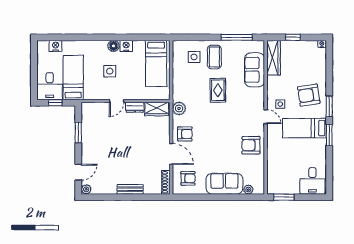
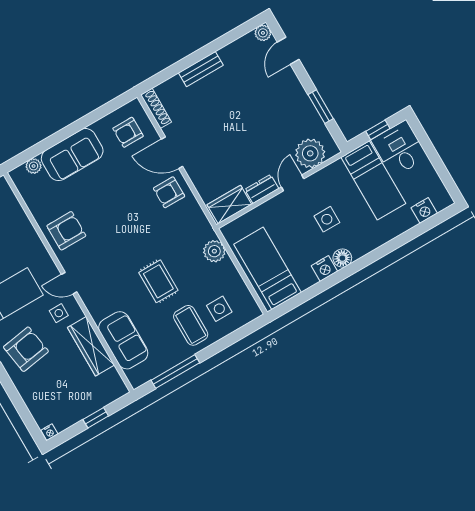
wardrobe: (273, 58) -> (91, 346), moved
plant: (179, 108) -> (214, 251), moved
plant: (98, 111) -> (310, 153), added

